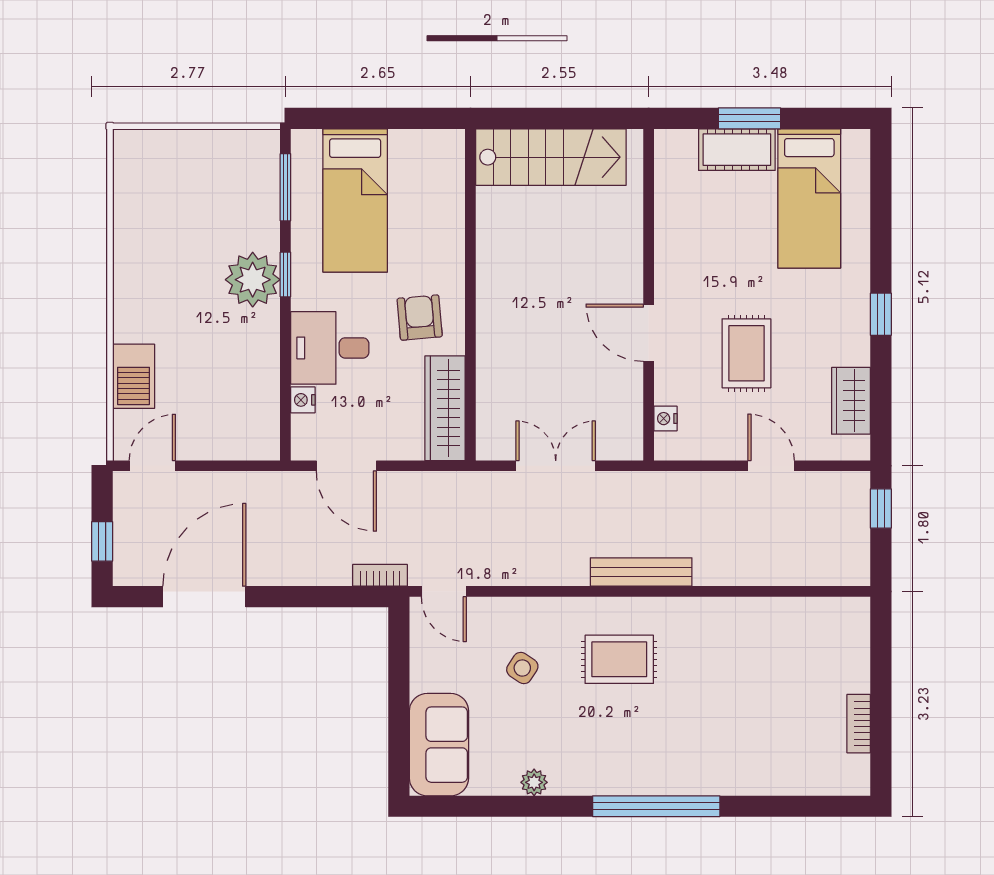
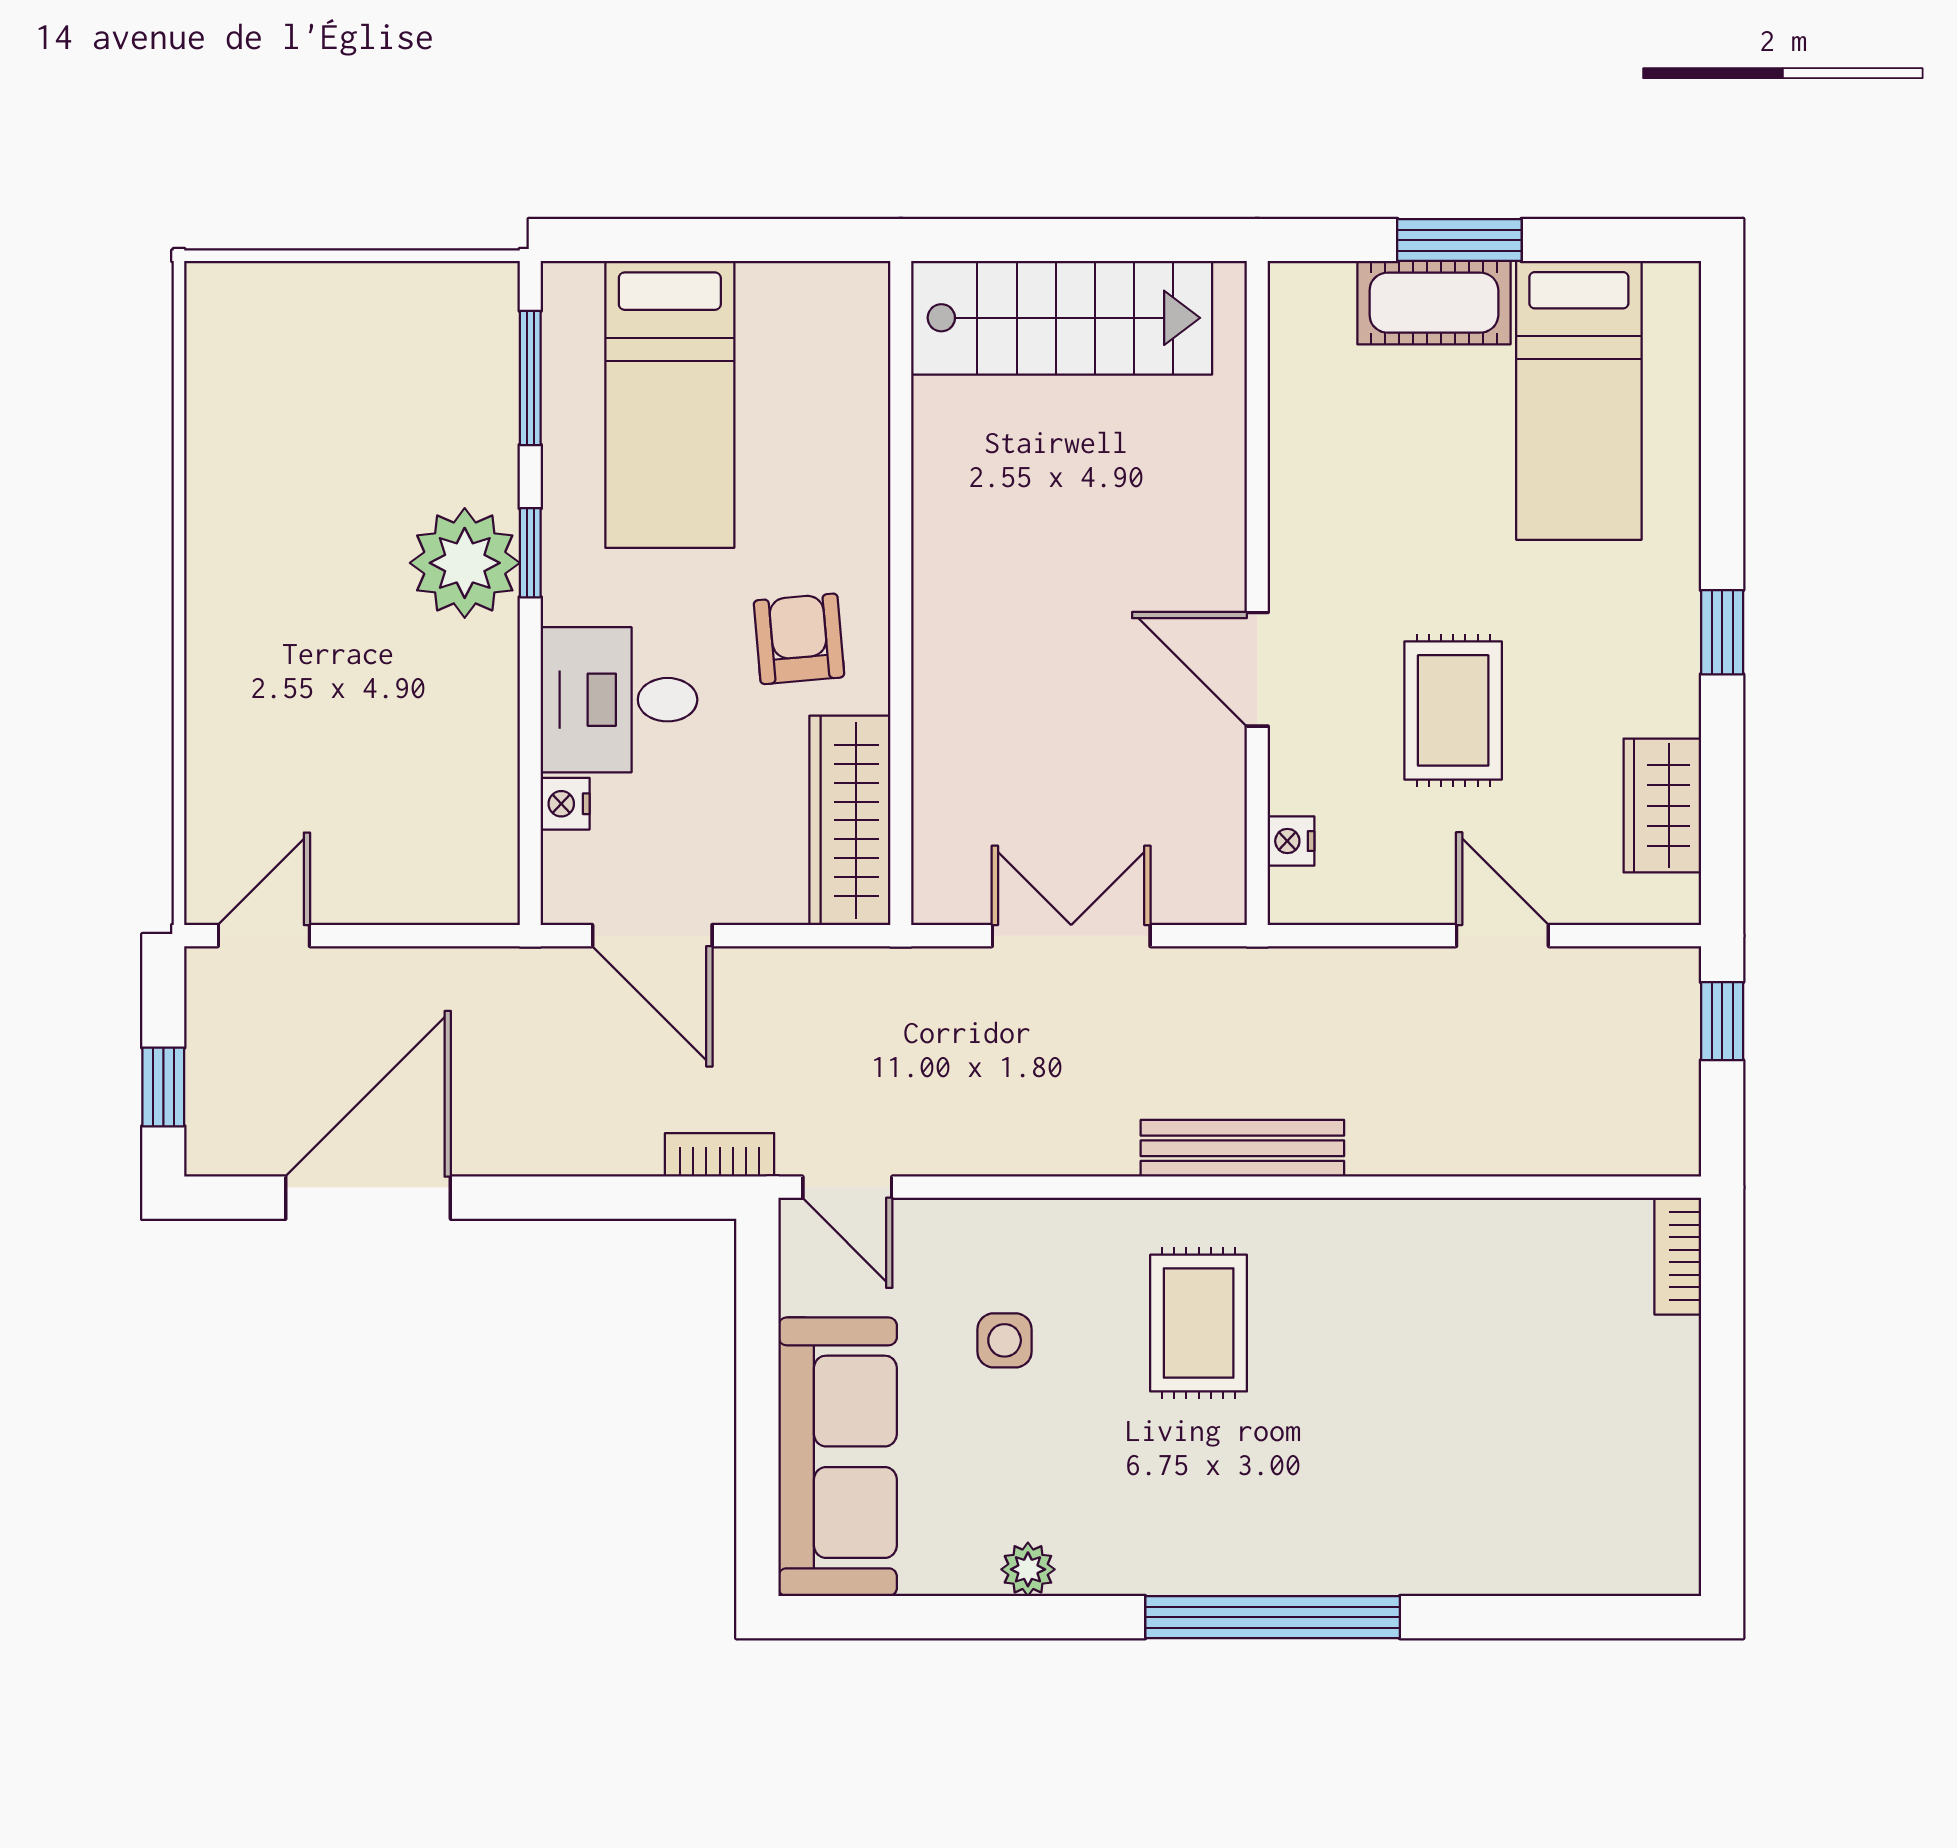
barbecue: (134, 376) -> (226, 756), removed
rug: (619, 659) -> (1199, 1323), turned 90
side table: (522, 668) -> (1005, 1340), turned -33
bookcase: (859, 724) -> (1678, 1256), moved
sofa: (439, 745) -> (838, 1457), width x1.36

